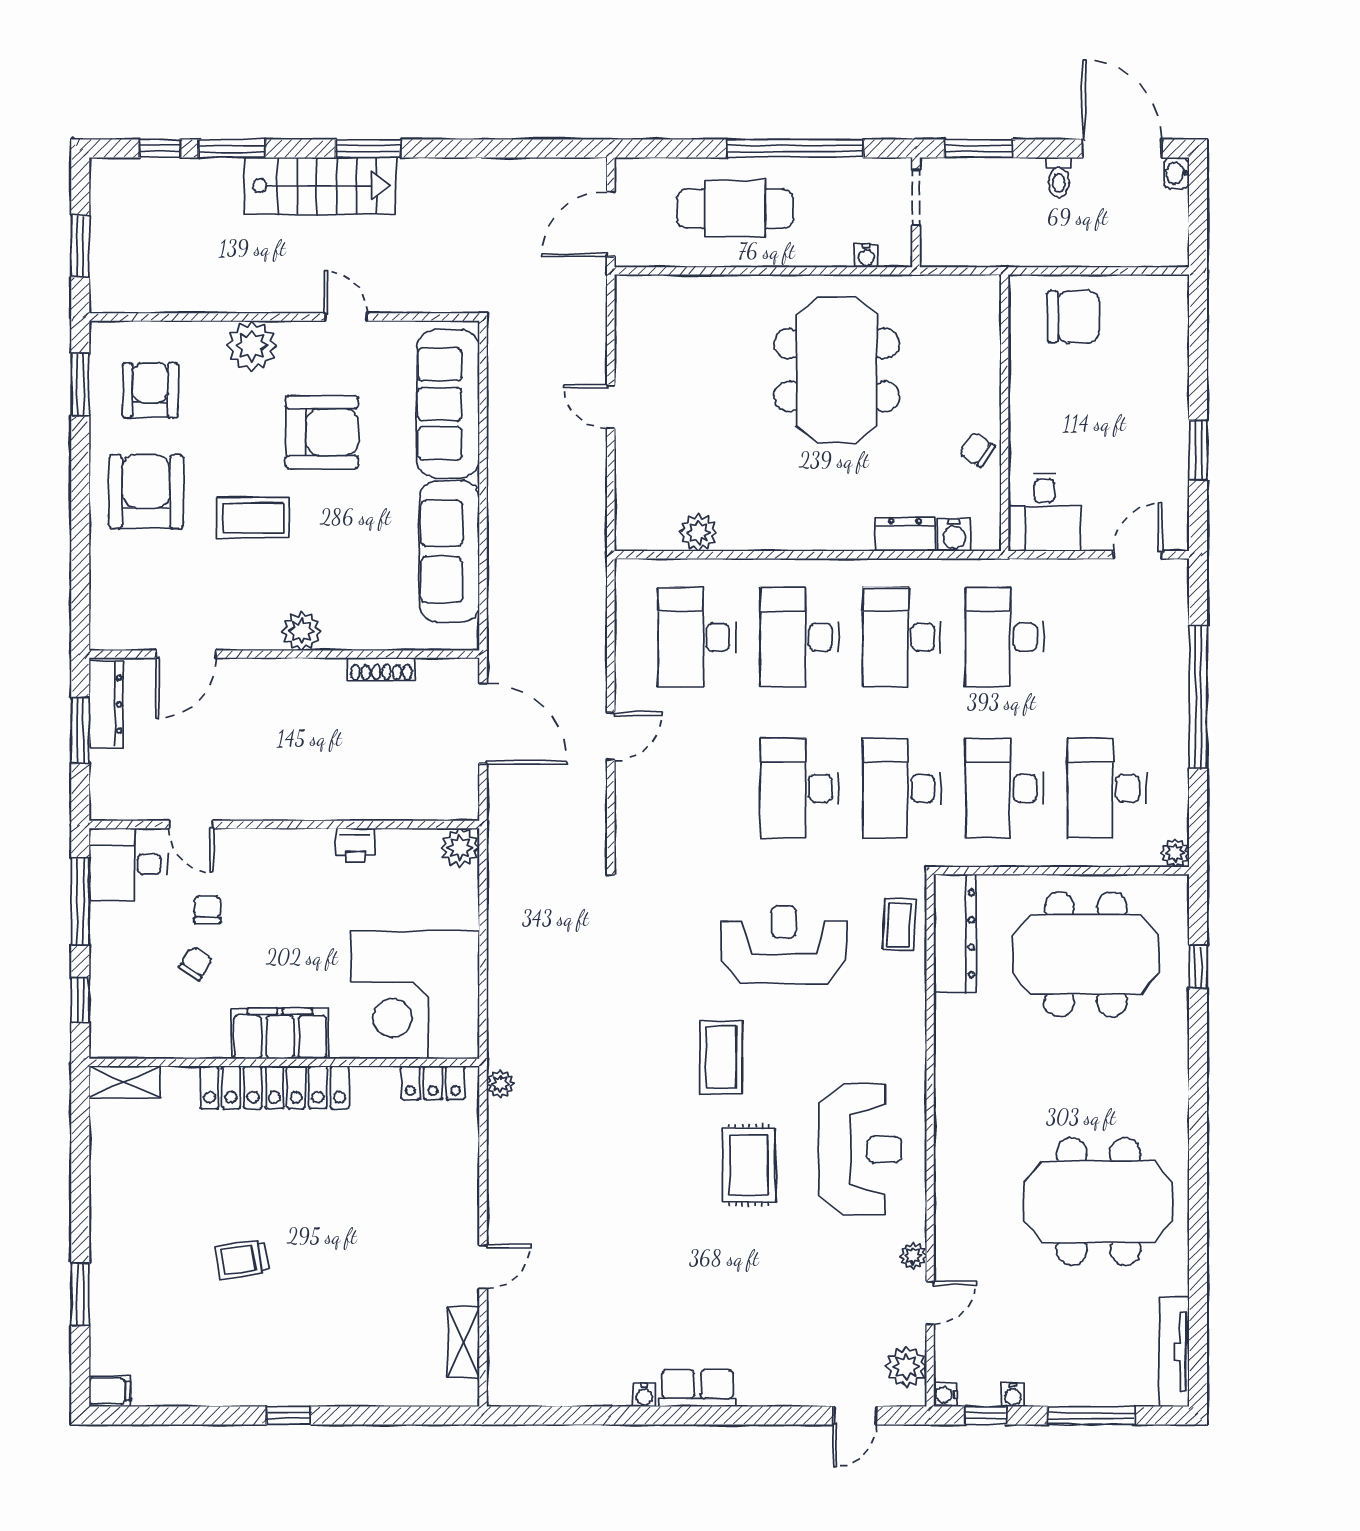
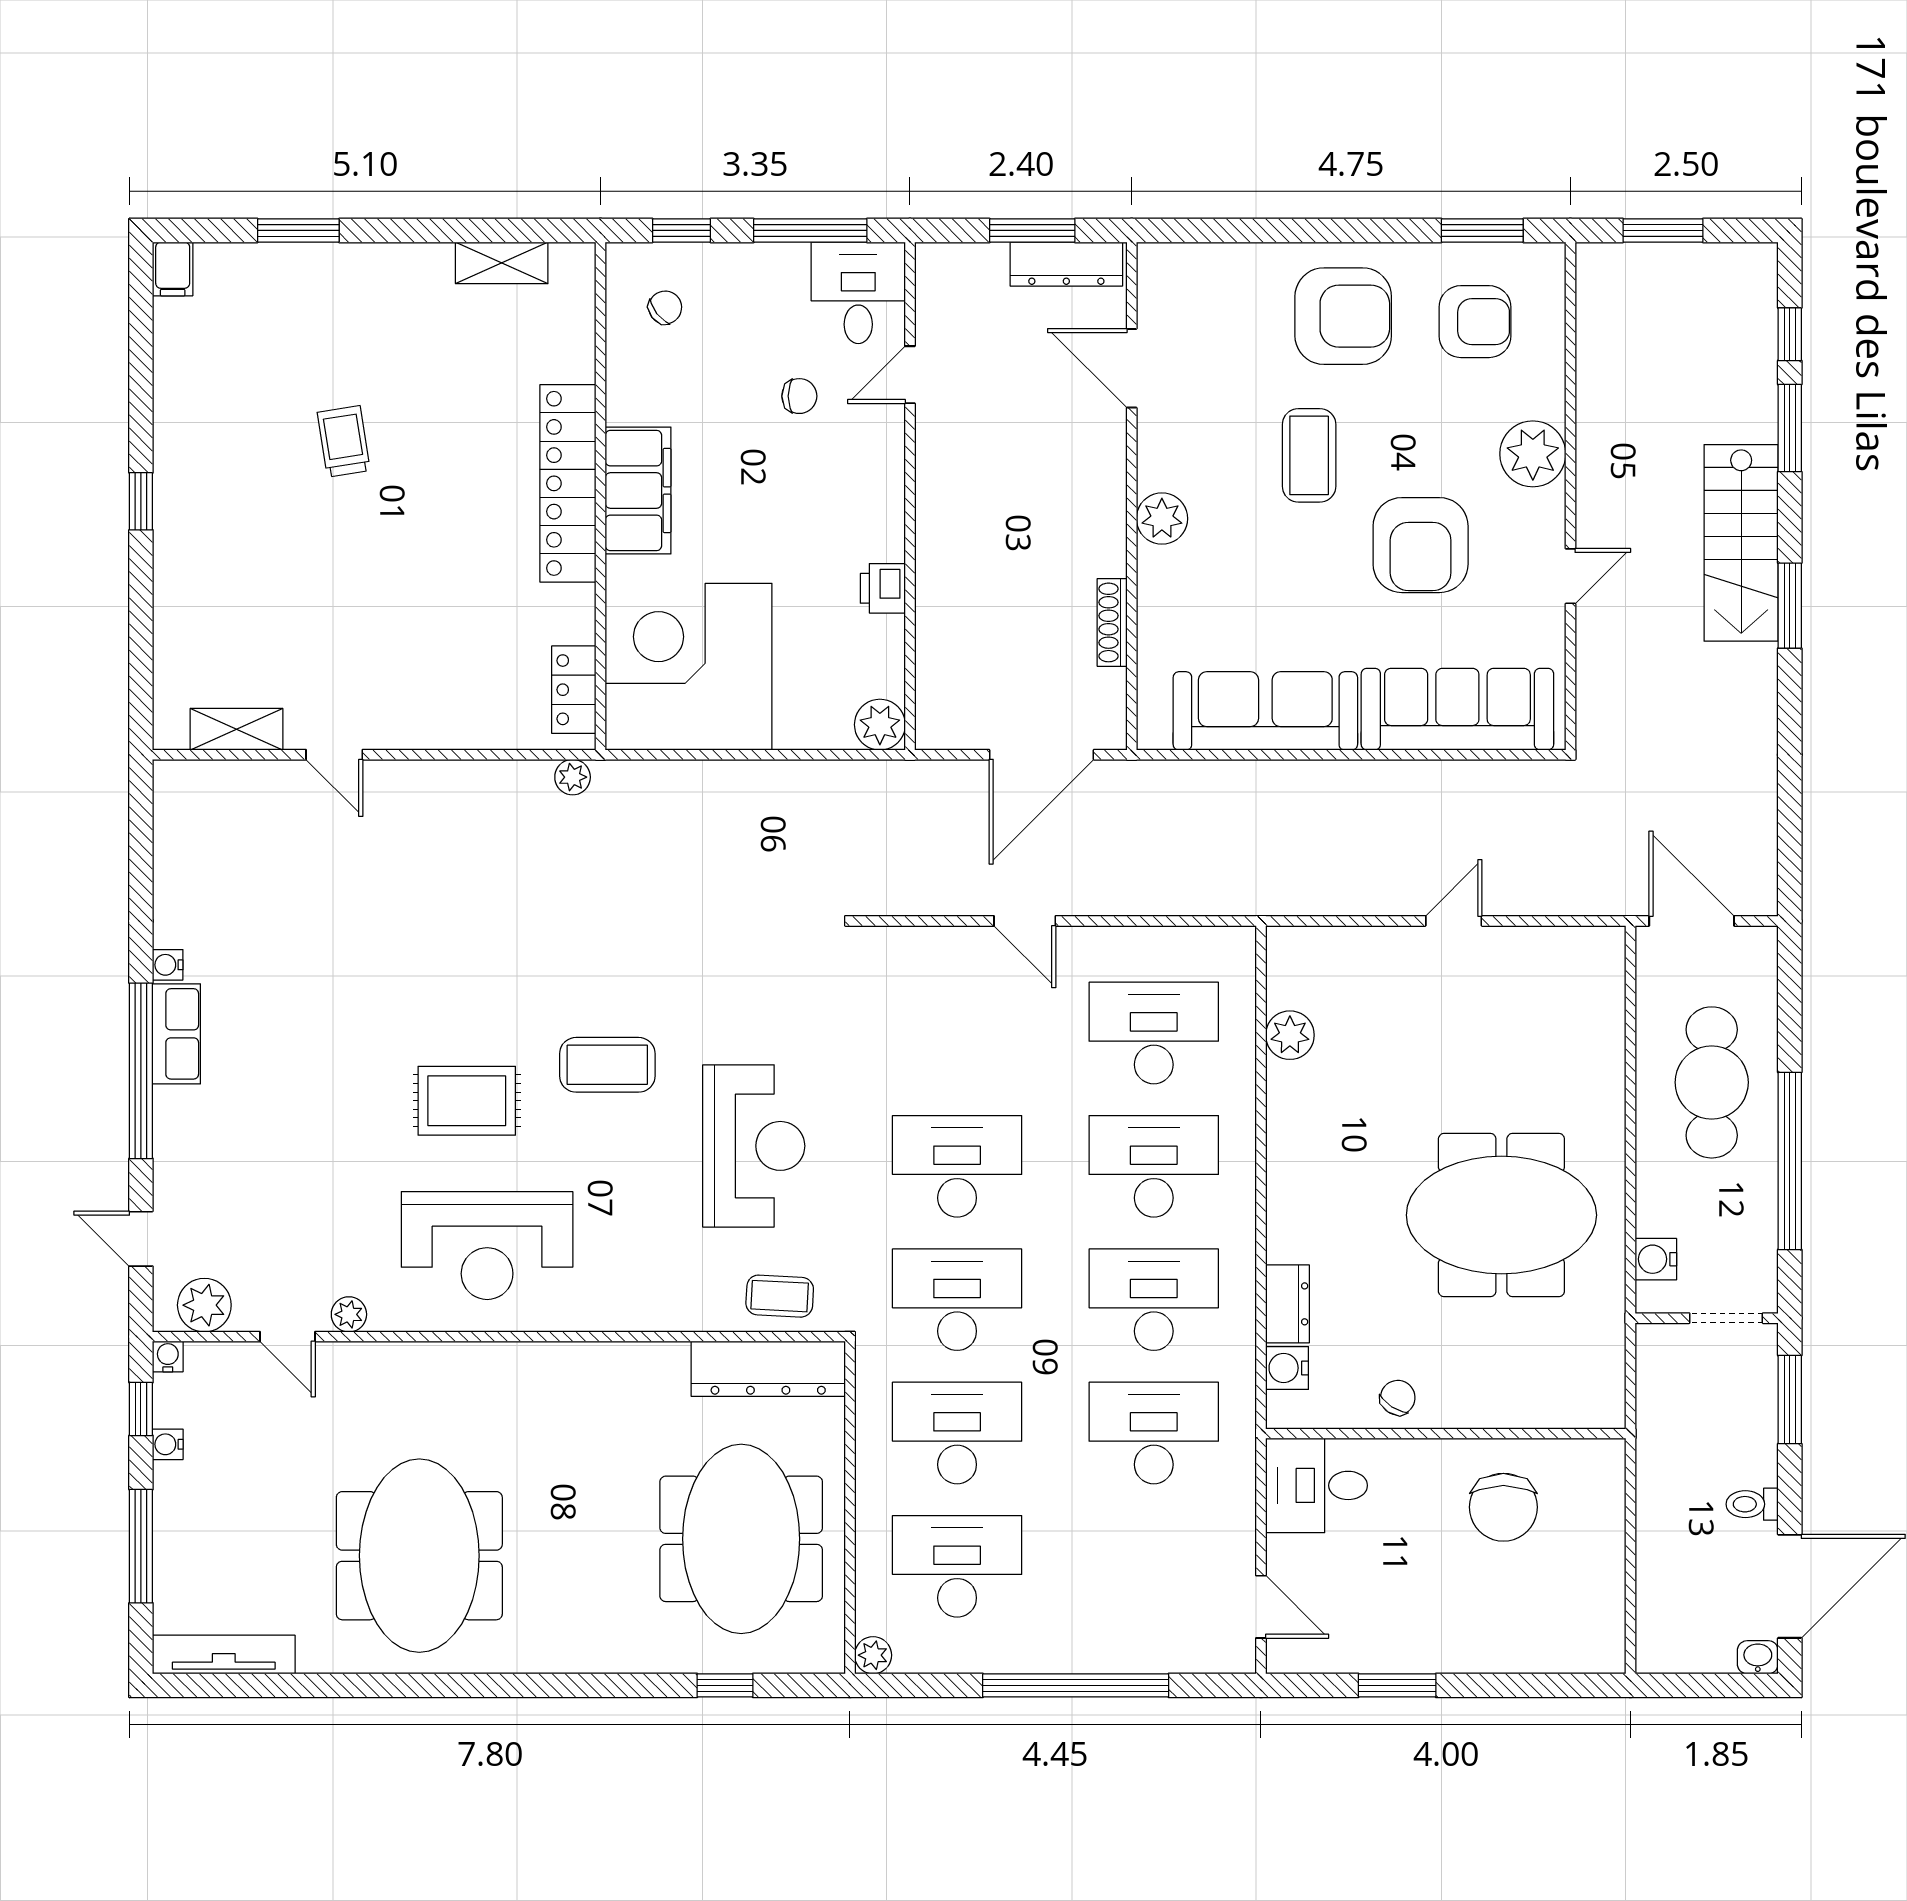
water cooler: (866, 256) -> (1656, 1259), width x1.38, depth x1.38
chair: (1074, 317) -> (1503, 1507), moved
chair: (196, 963) -> (665, 307), moved, turned -71
shelving: (125, 1082) -> (502, 263), moved, turned 90
window: (726, 1415) -> (141, 1071), added

